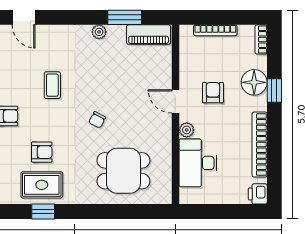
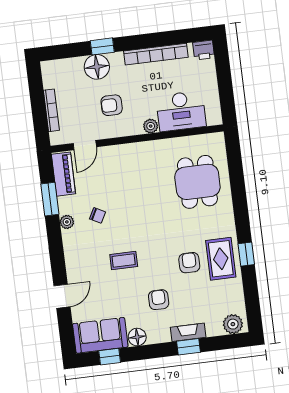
bookcase: (261, 39) -> (55, 65), removed
door: (175, 101) -> (85, 145), moved
chair: (97, 120) -> (98, 215), moved

